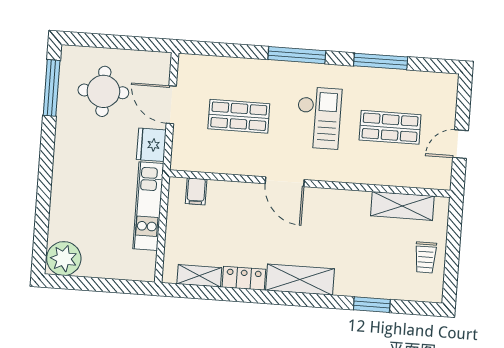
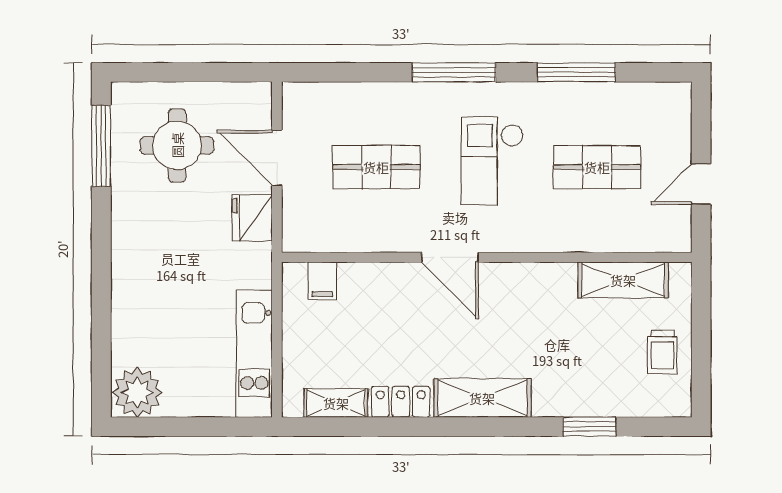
checkout: (319, 118) -> (492, 161), turned 180
kitchen unit: (148, 206) -> (254, 354), moved

